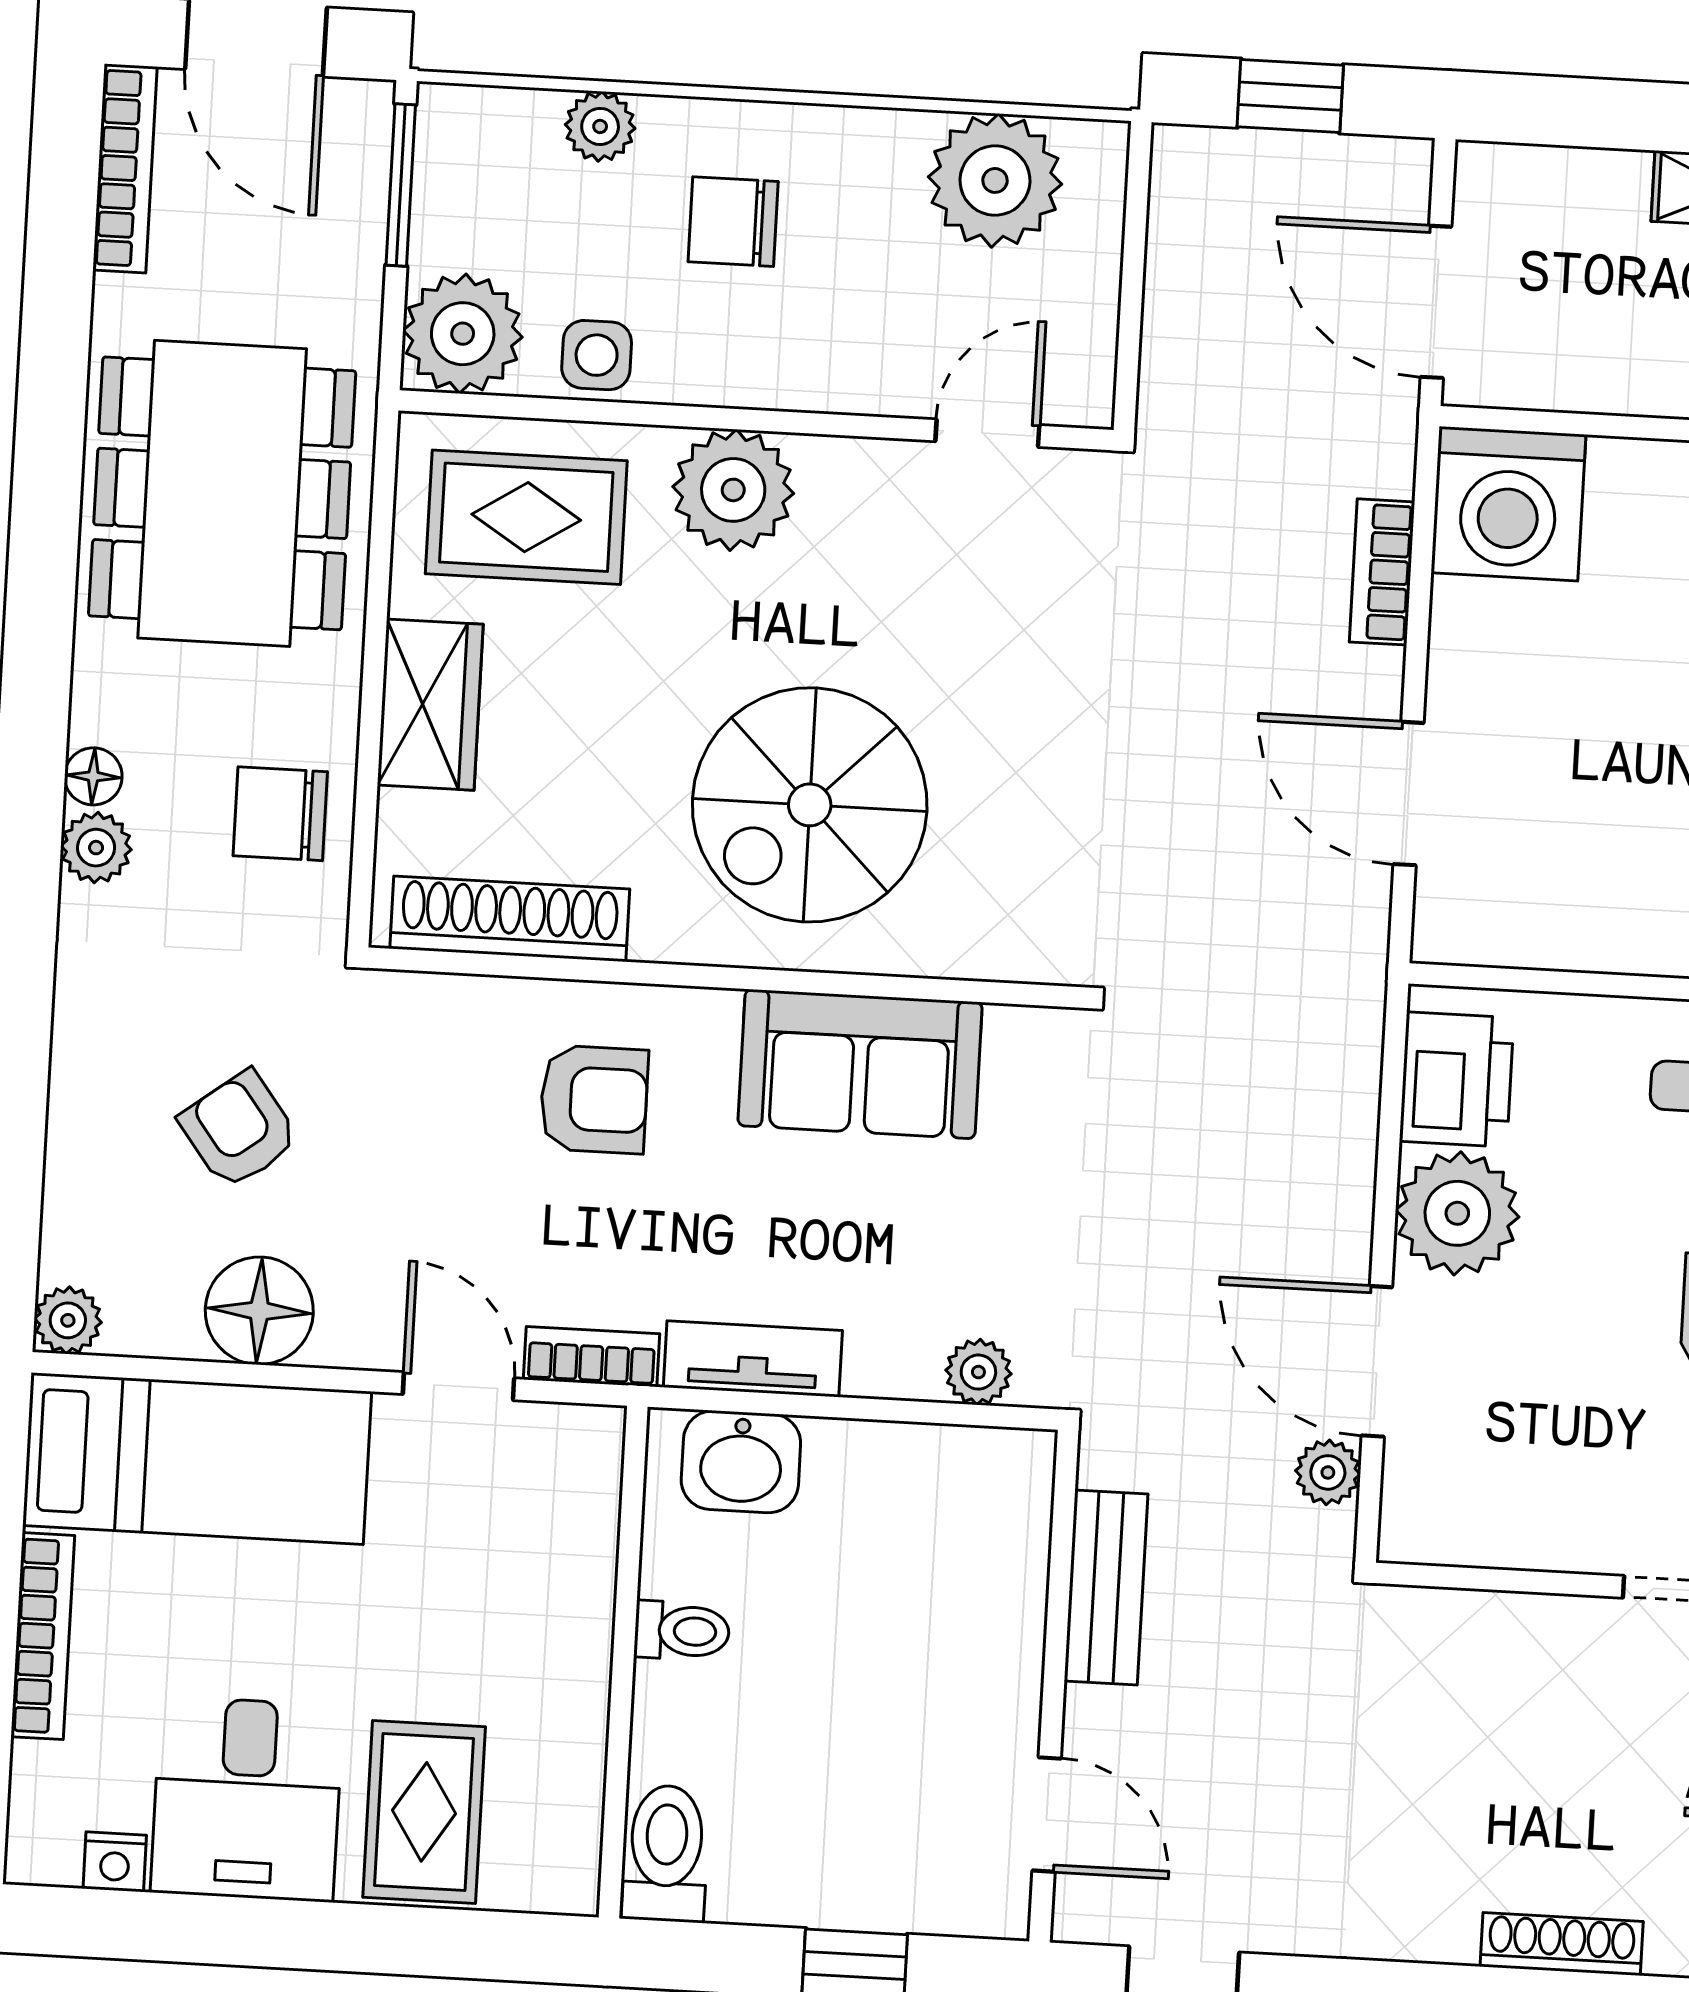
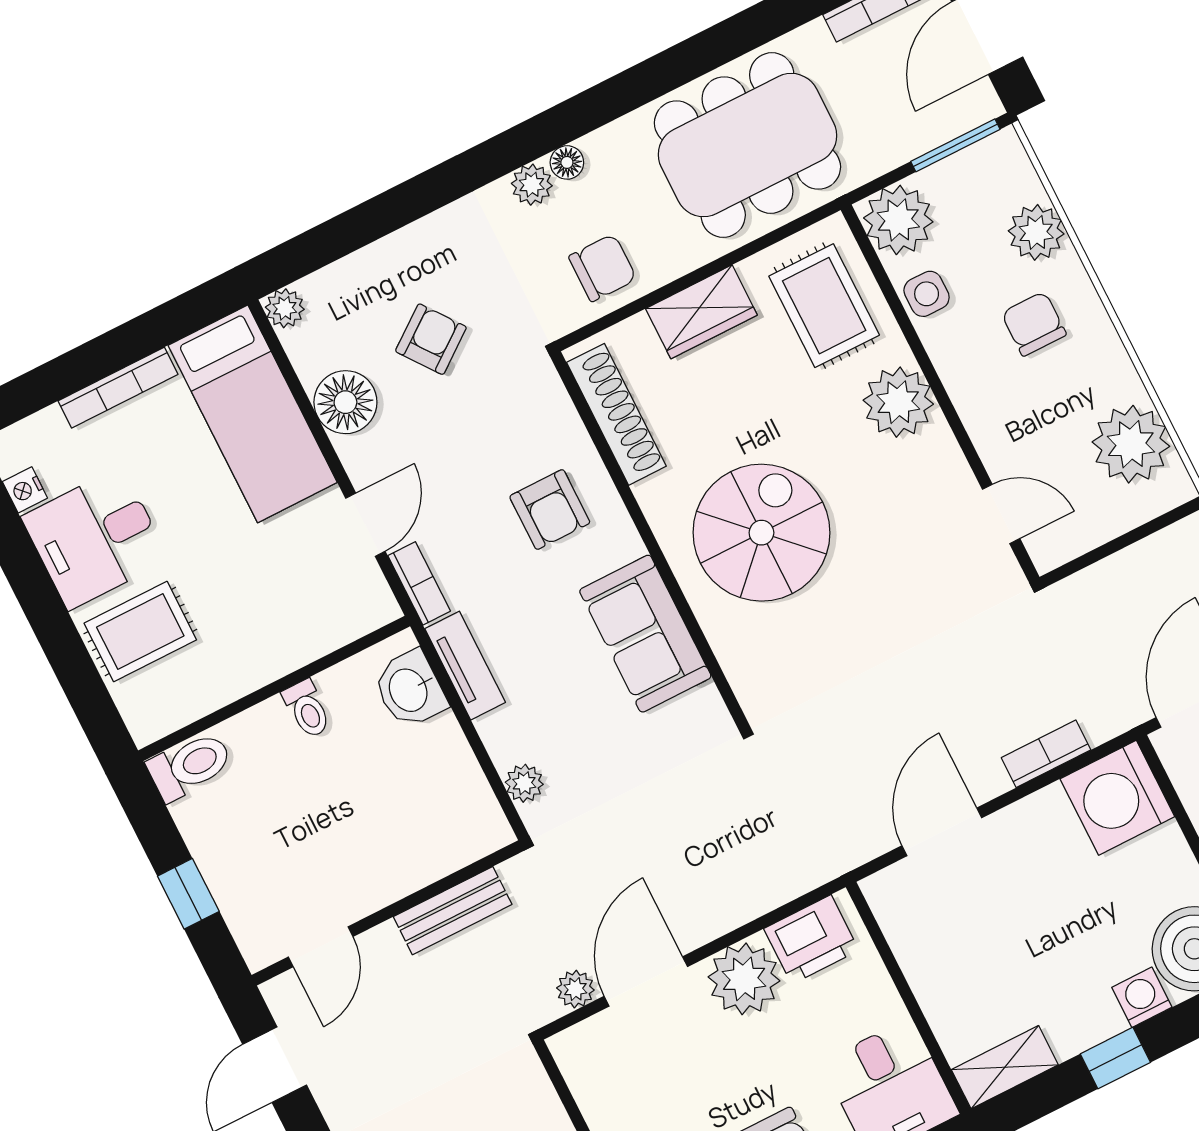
plant: (600, 126) -> (1036, 232), width x1.38, depth x1.38
spiral stairs: (810, 805) -> (761, 533), turned 90
chair: (280, 814) -> (603, 268), turned 90

